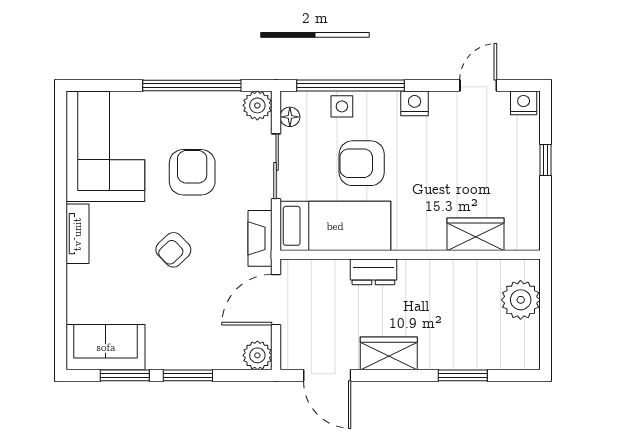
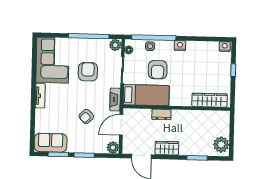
door: (478, 85) -> (206, 39), removed
armchair: (362, 163) -> (158, 70), turned -90
wardrobe: (475, 234) -> (209, 100), width x1.50
armchair: (173, 250) -> (86, 116), moved
plant: (521, 300) -> (221, 145), moved

